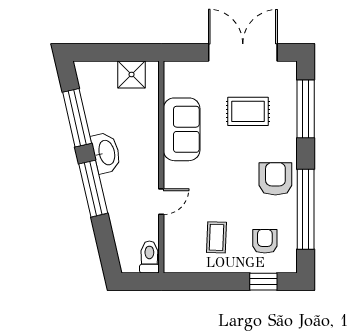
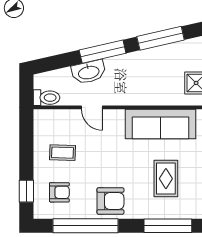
sofa: (182, 129) -> (160, 124), width x1.36
washbasin: (106, 153) -> (89, 72), moved

